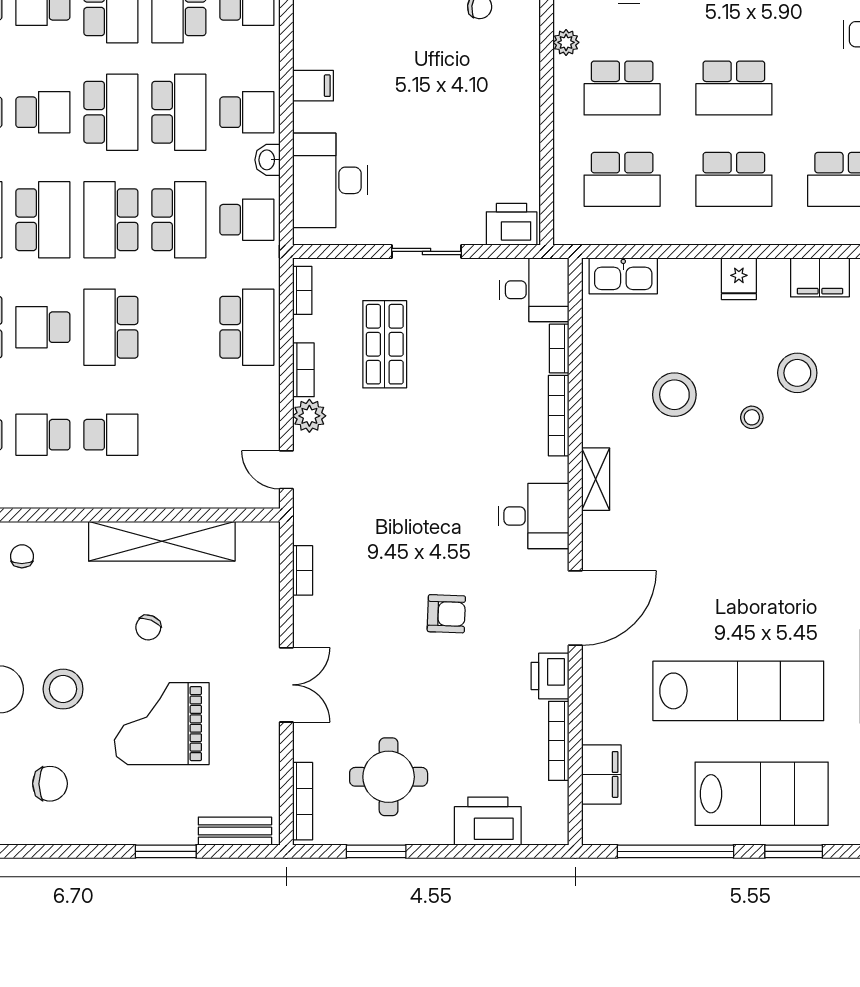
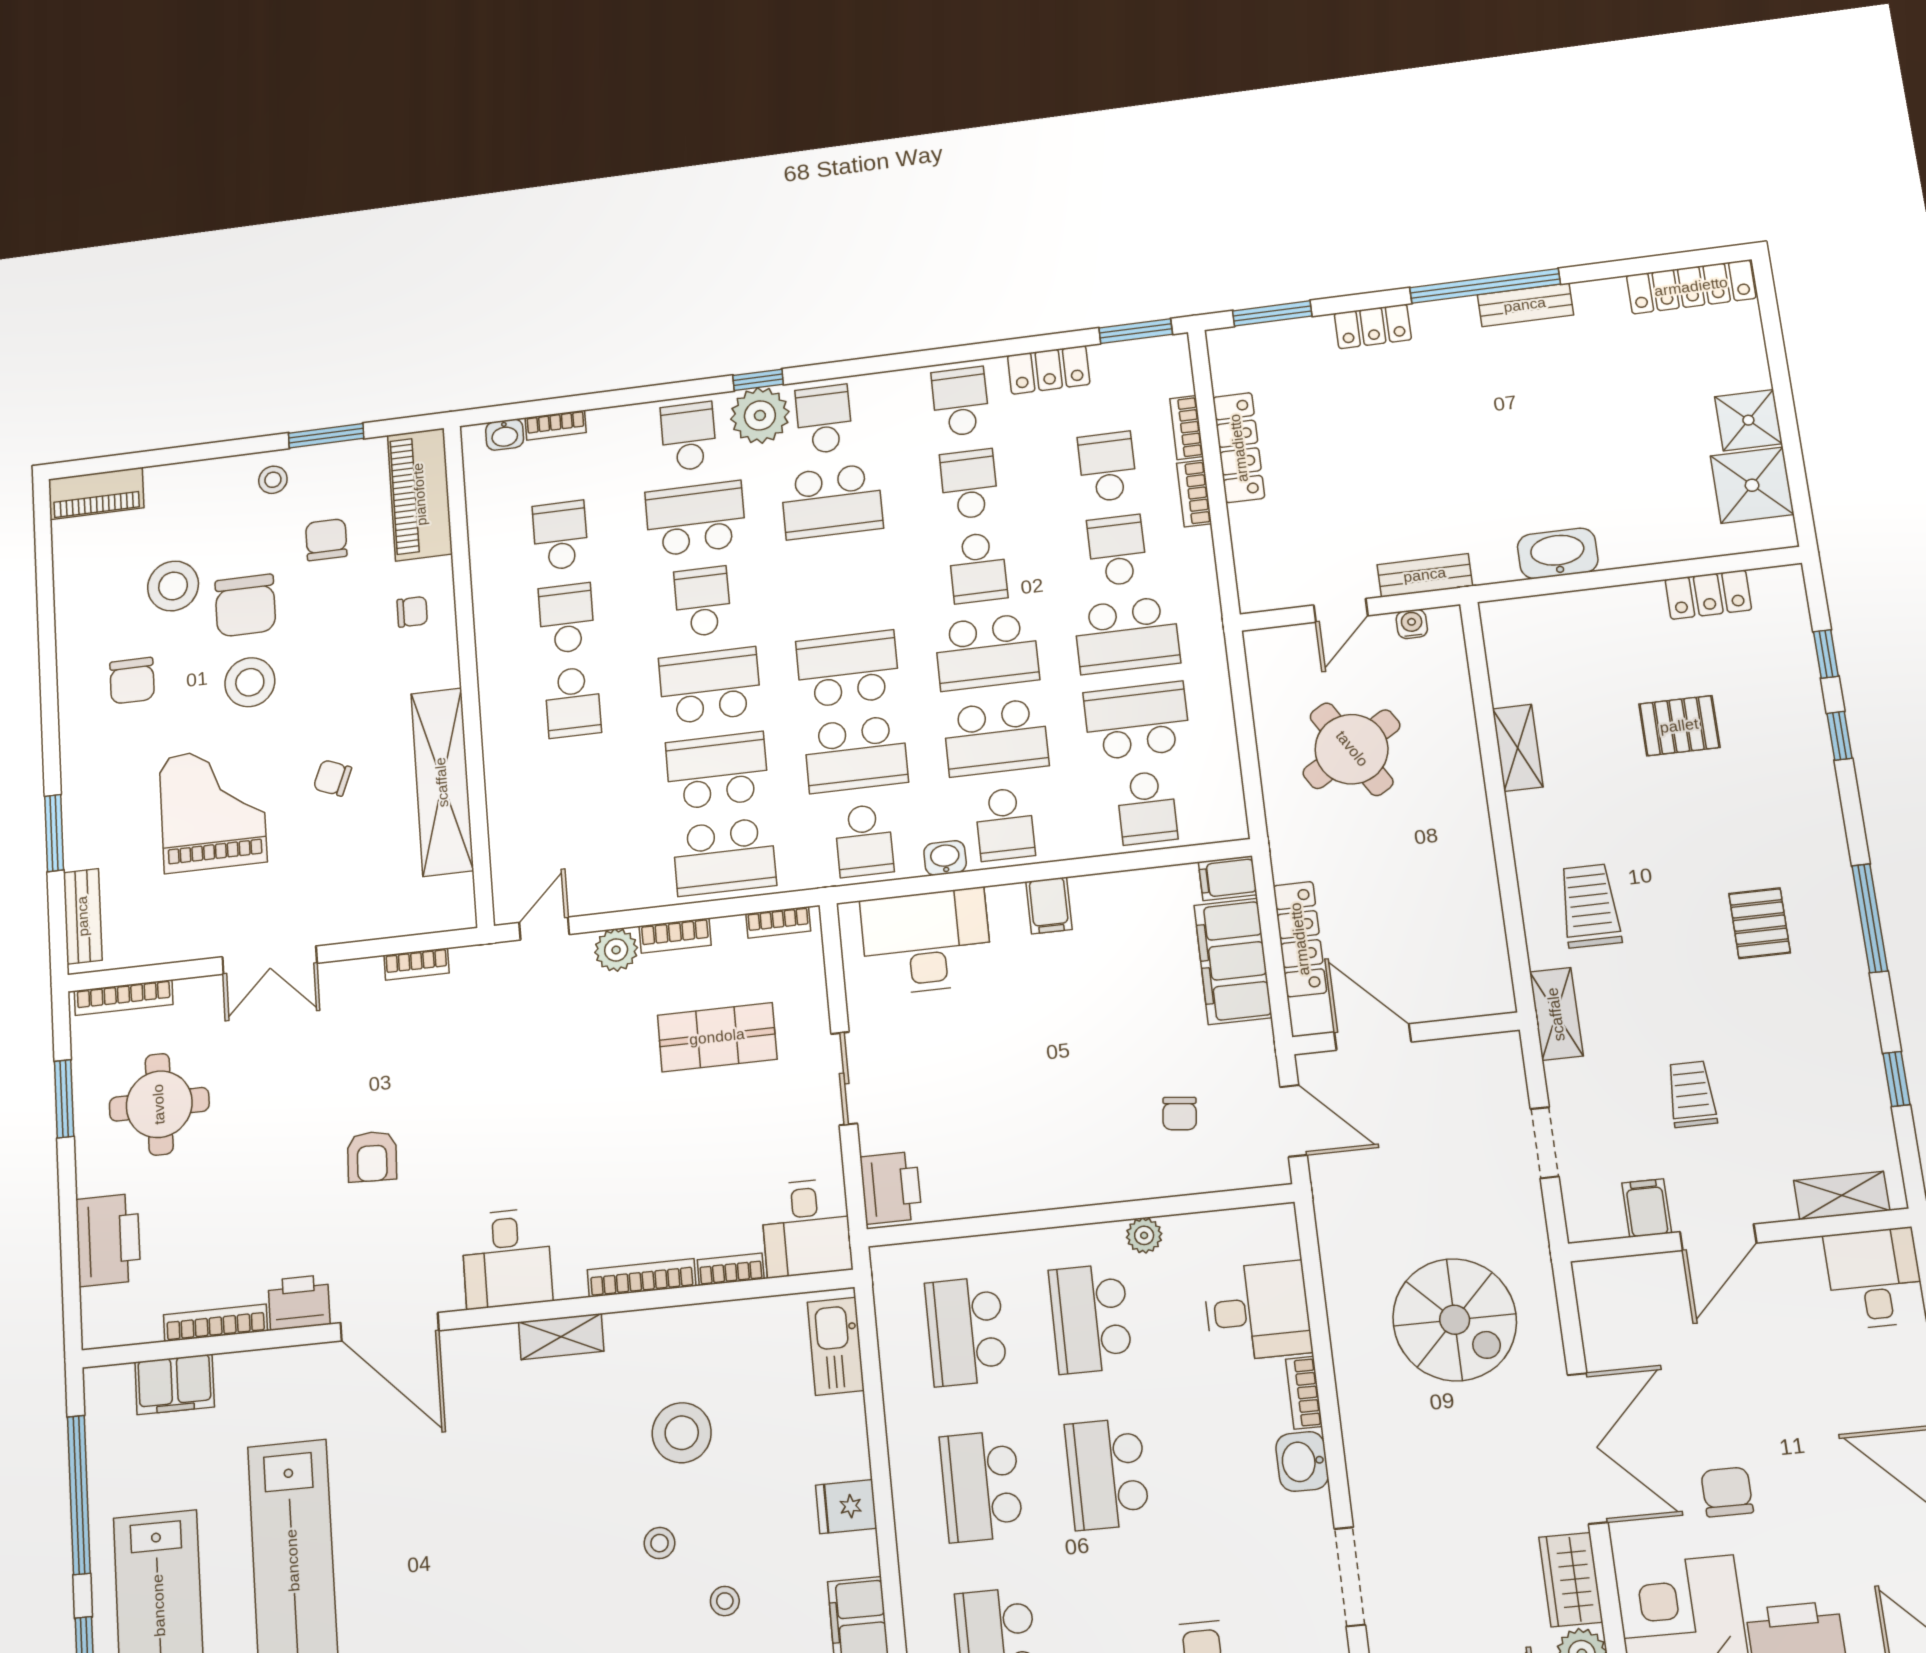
school desk: (43, 220) -> (717, 771), moved, turned 180
stool: (797, 373) -> (725, 1601), width x0.53, depth x0.53

